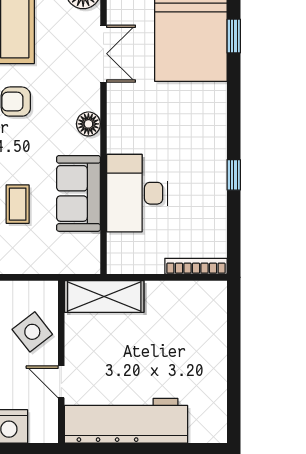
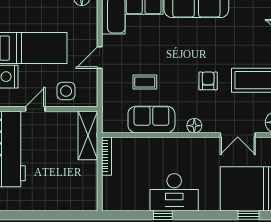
desk: (137, 193) -> (174, 192), moved, turned 180
bookcase: (196, 266) -> (107, 156), moved
side table: (32, 332) -> (66, 91), turned 38

